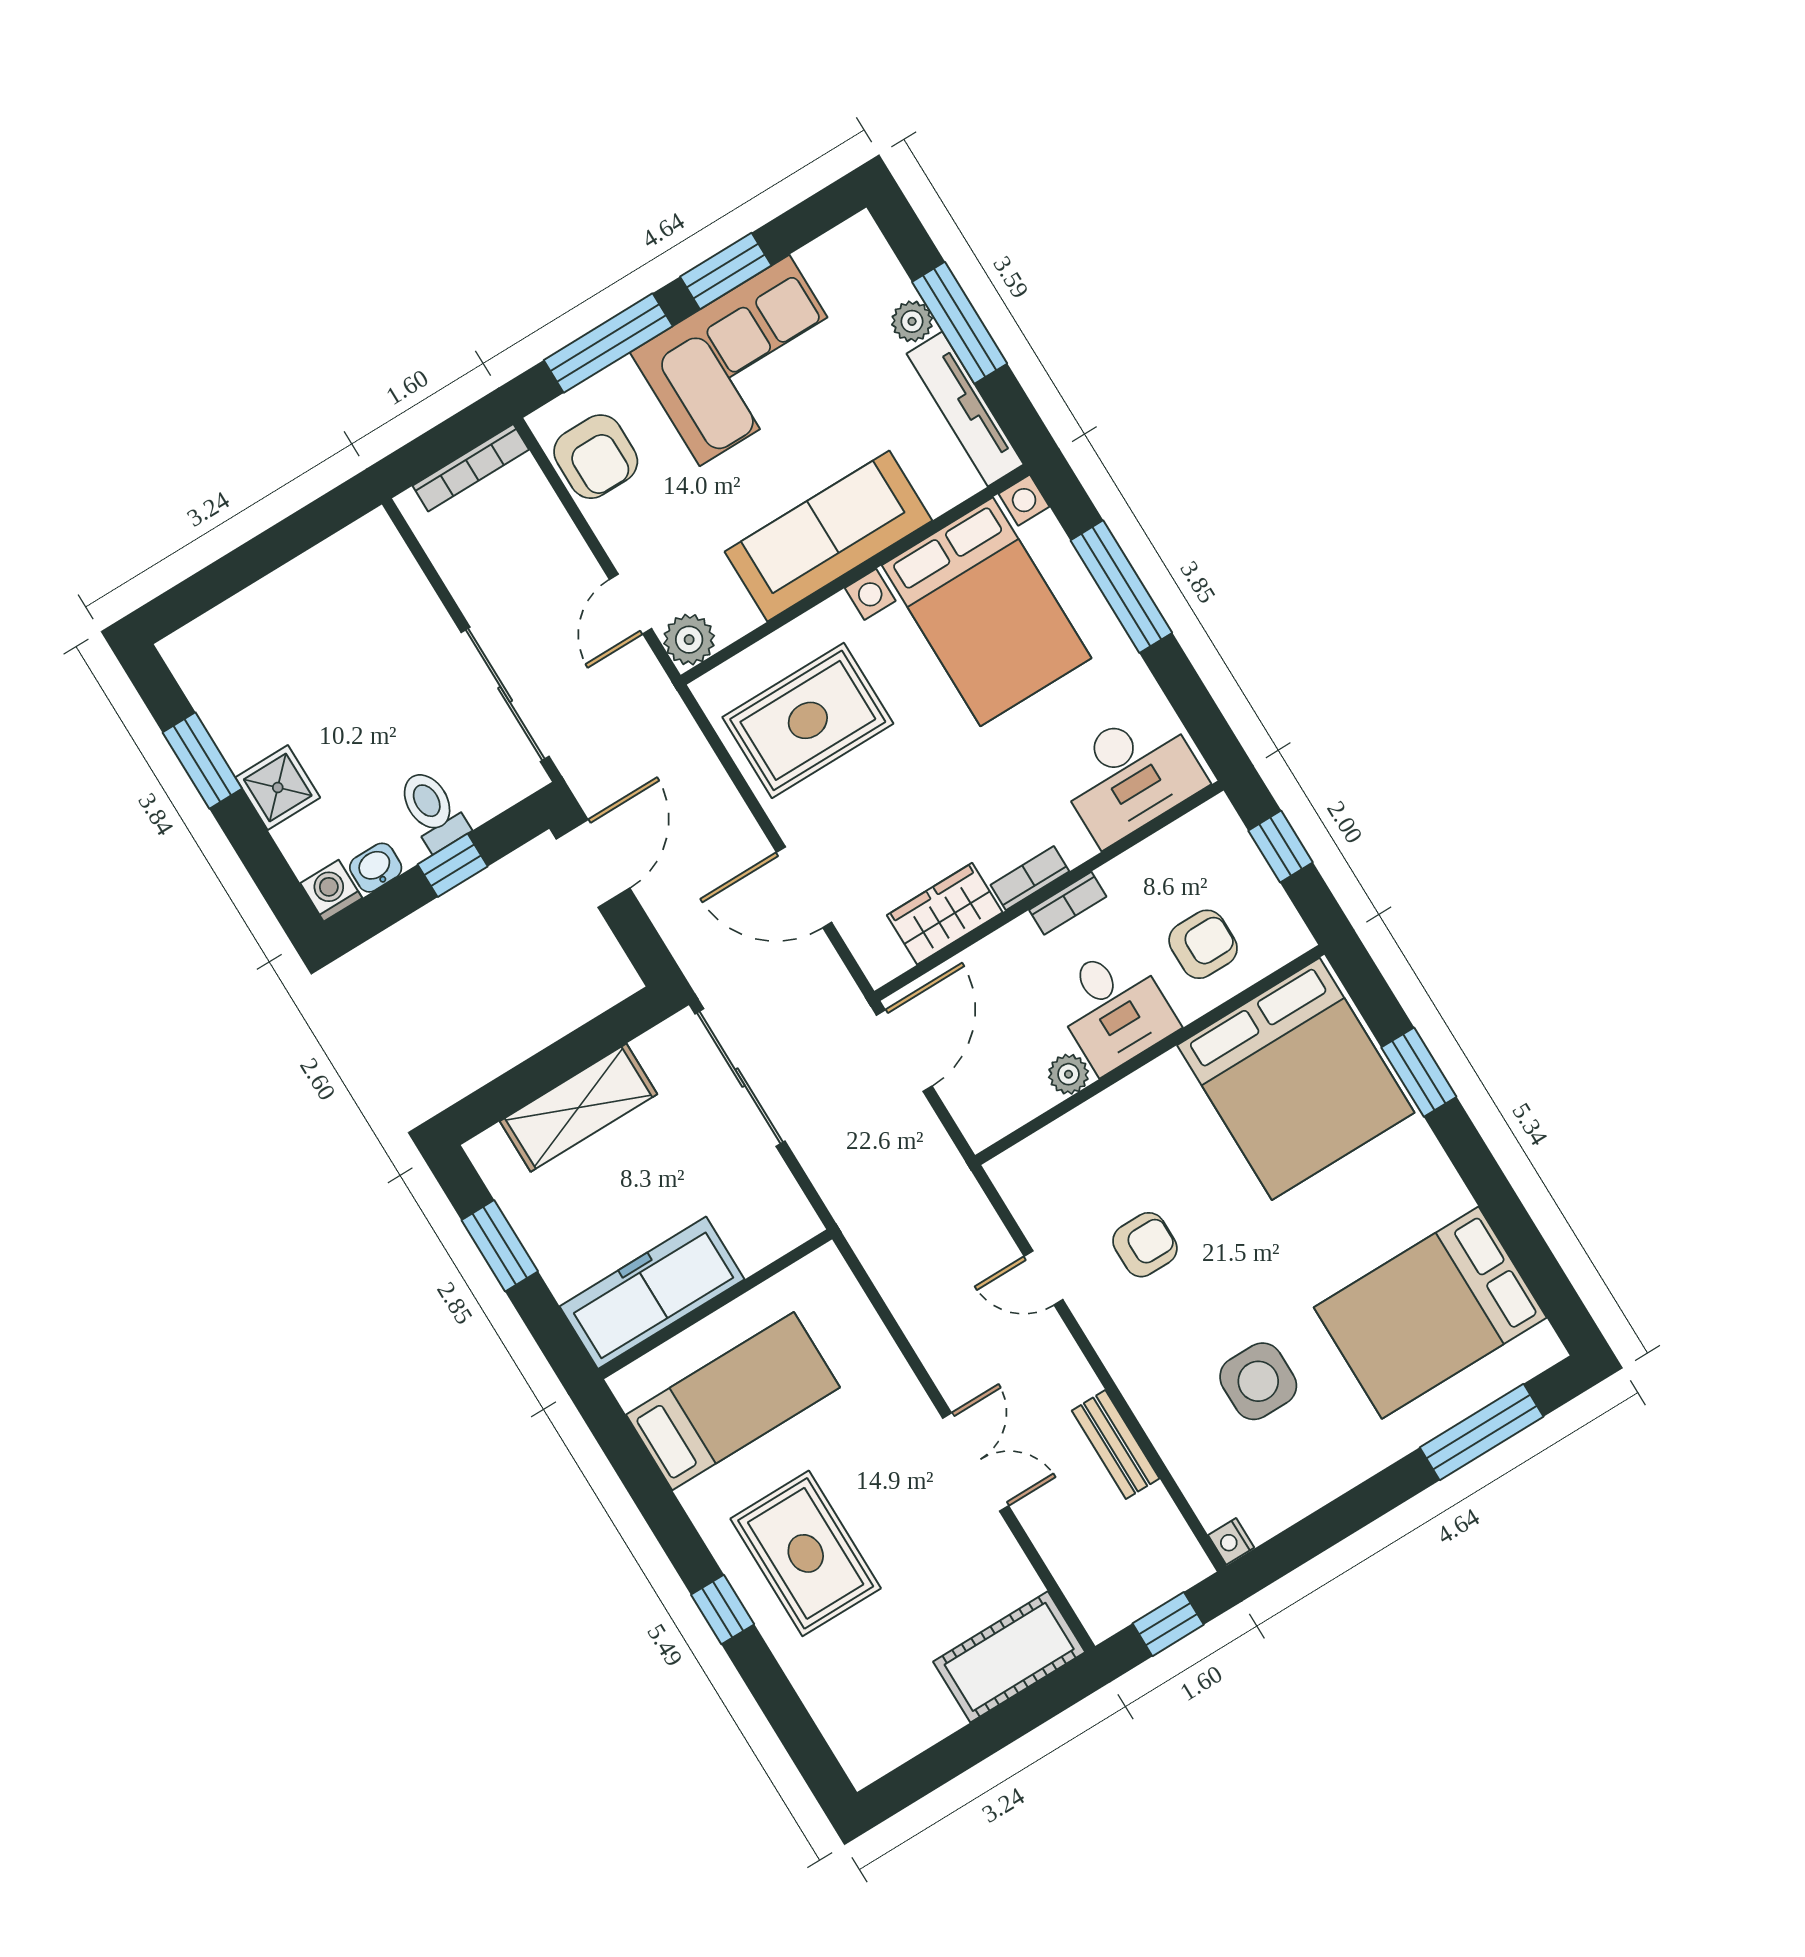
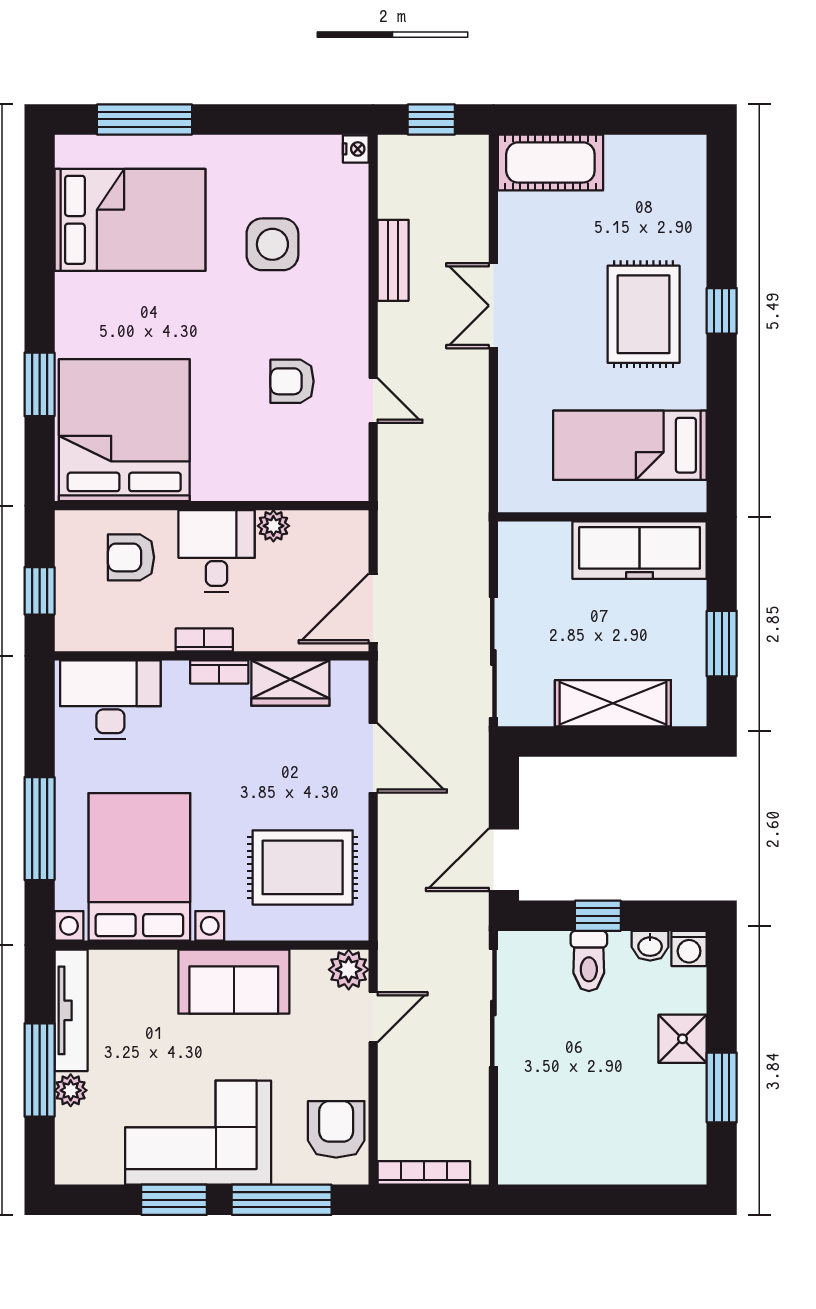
sofa: (828, 536) -> (234, 982), width x0.73

